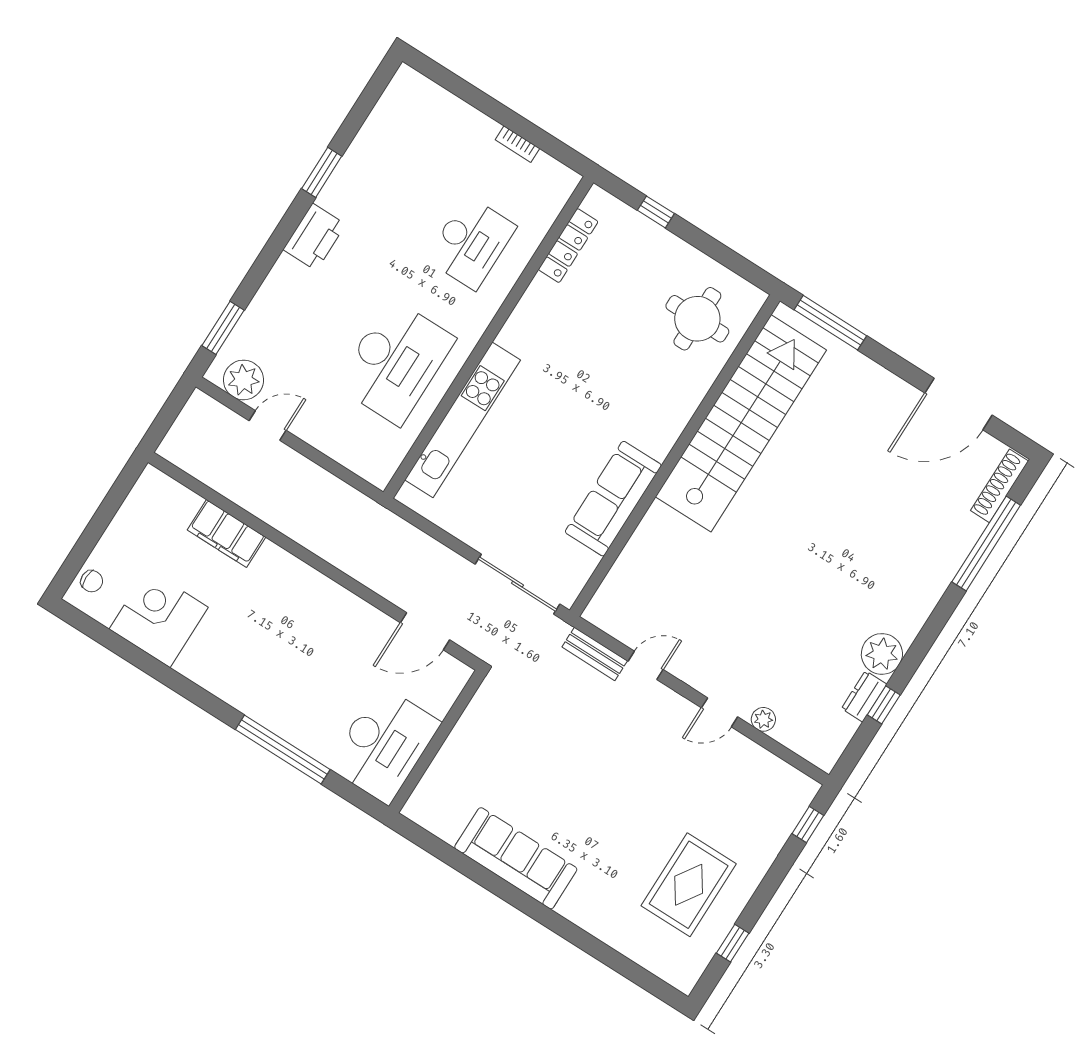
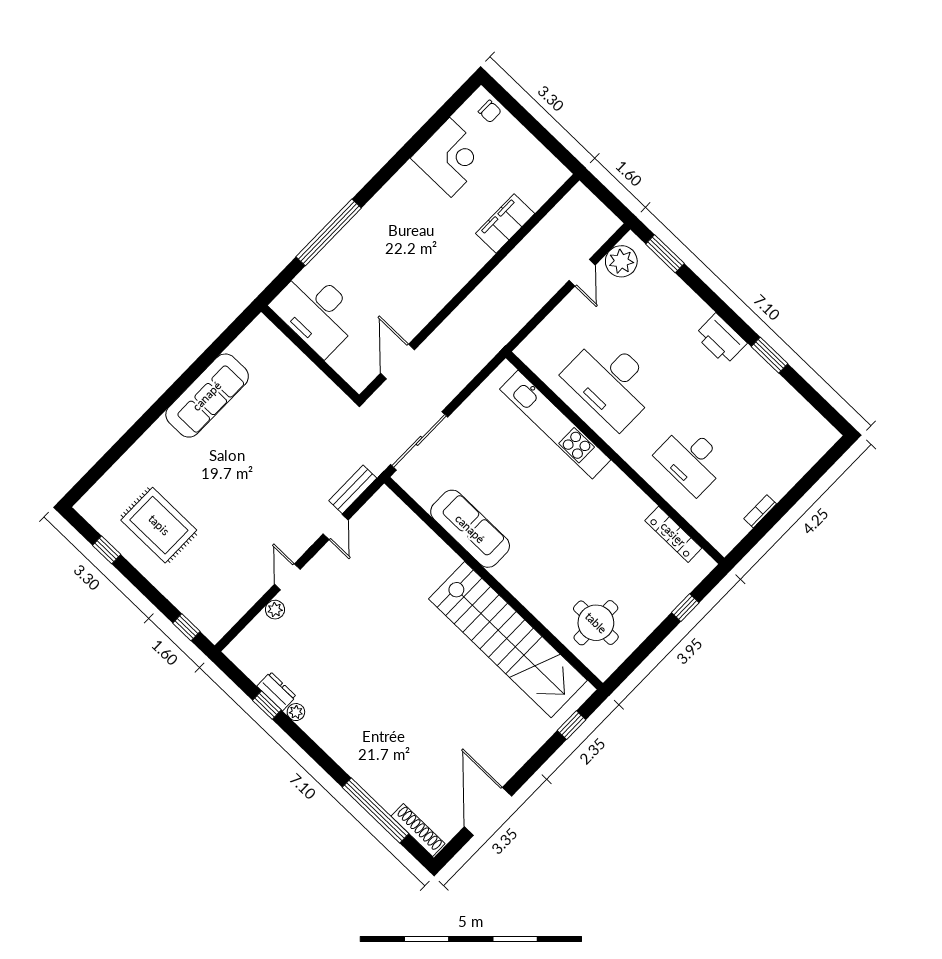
window: (830, 323) -> (572, 725), width x0.46
chair: (92, 581) -> (490, 111), turned -90
plant: (882, 654) -> (296, 712), width x0.53, depth x0.53

